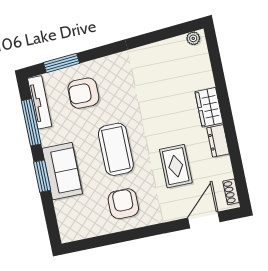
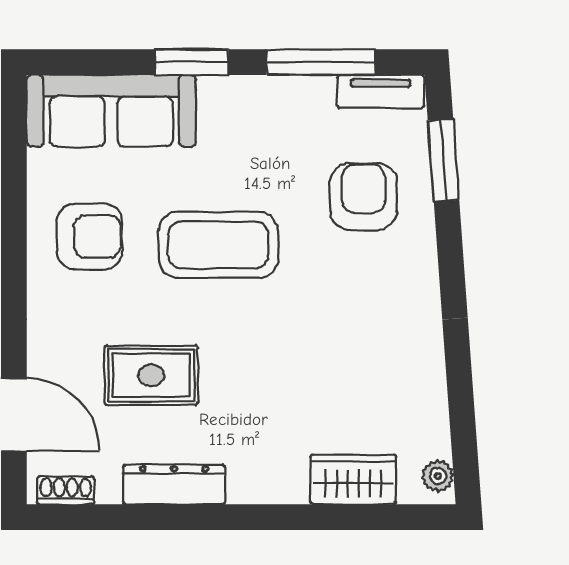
tv unit: (40, 102) -> (381, 91), width x0.71
wardrobe: (209, 107) -> (353, 479), moved
dresser: (218, 141) -> (174, 484), width x1.44
sofa: (62, 171) -> (111, 111), moved, width x1.36

